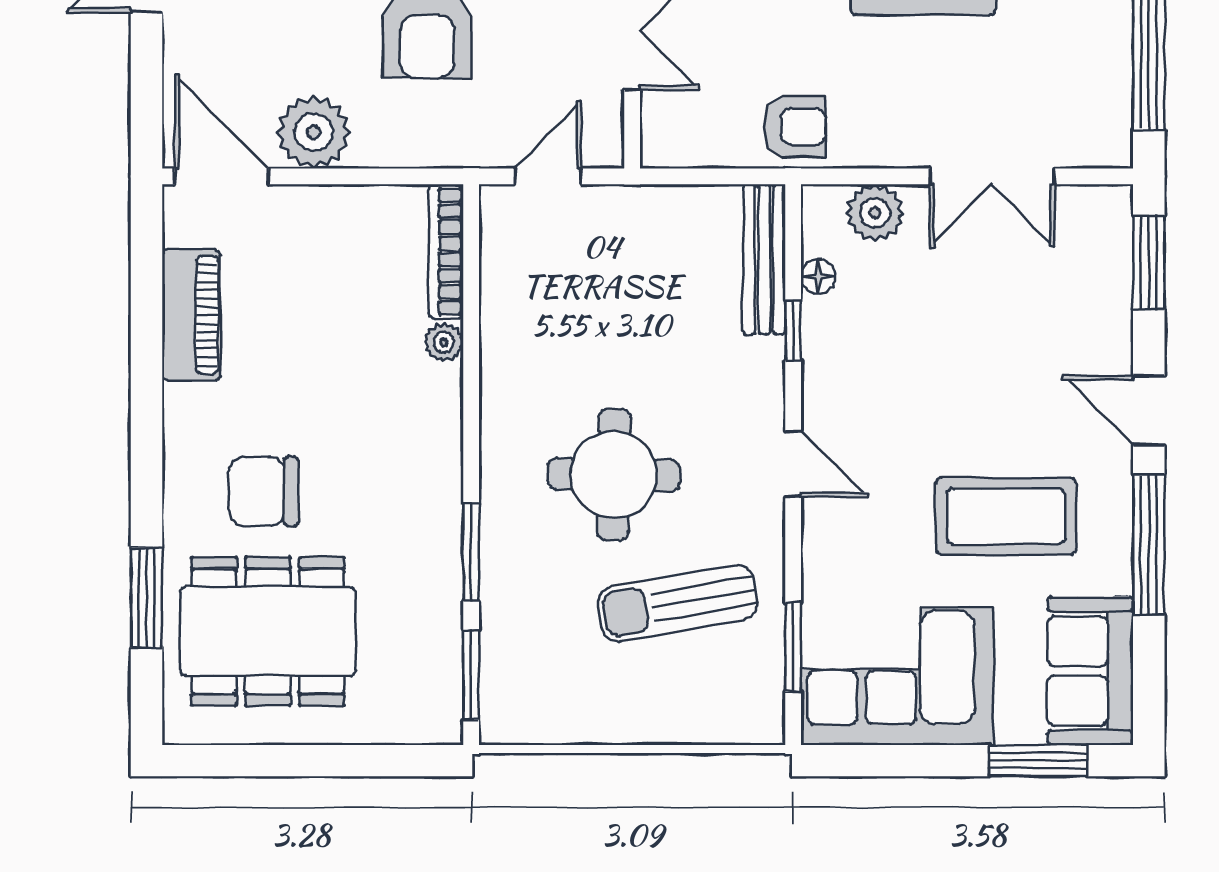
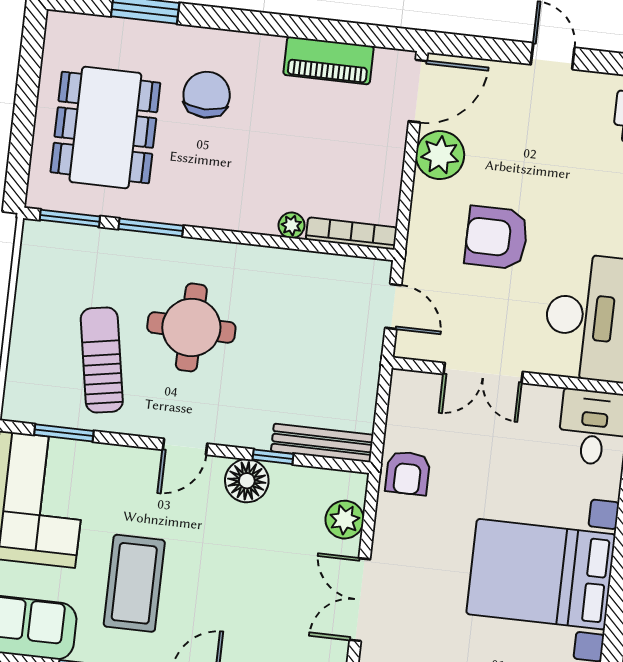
floor lamp: (818, 276) -> (247, 481), moved, width x1.89, depth x1.89
dining table: (268, 631) -> (105, 128), moved

